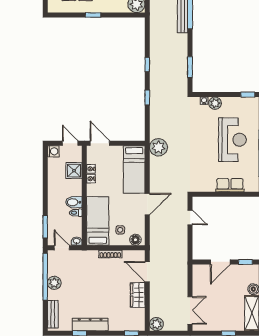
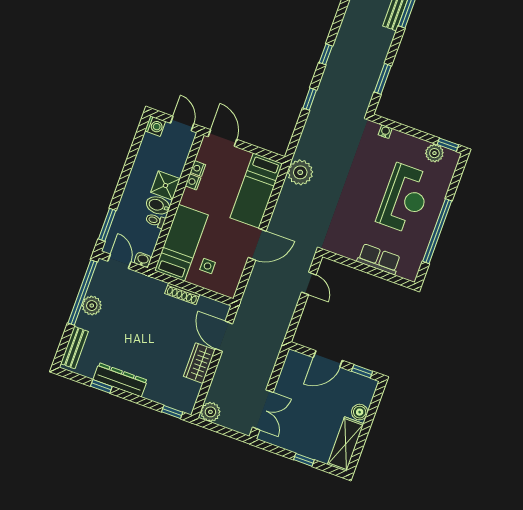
plant: (215, 103) -> (434, 153), moved
shower: (74, 171) -> (165, 185), moved
floor lamp: (135, 240) -> (223, 287), removed

